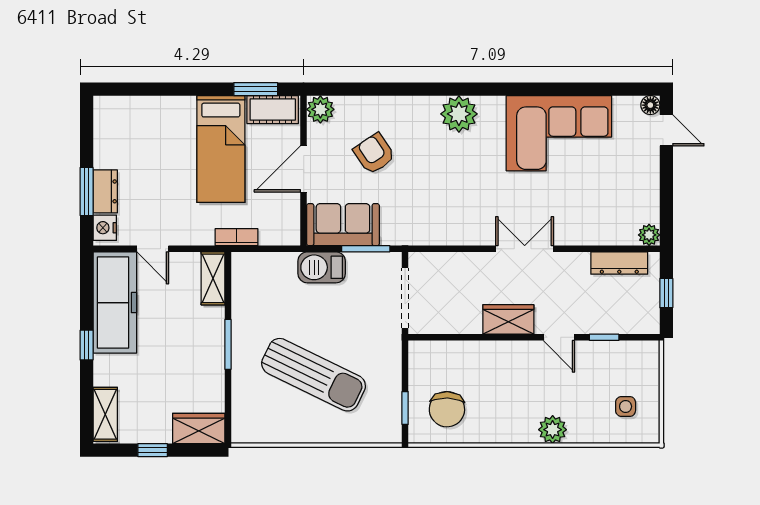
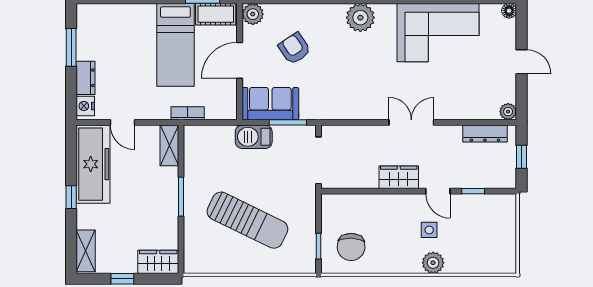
door: (666, 130) -> (521, 62), moved
window: (87, 192) -> (71, 47), moved
side table: (626, 406) -> (429, 230), moved

